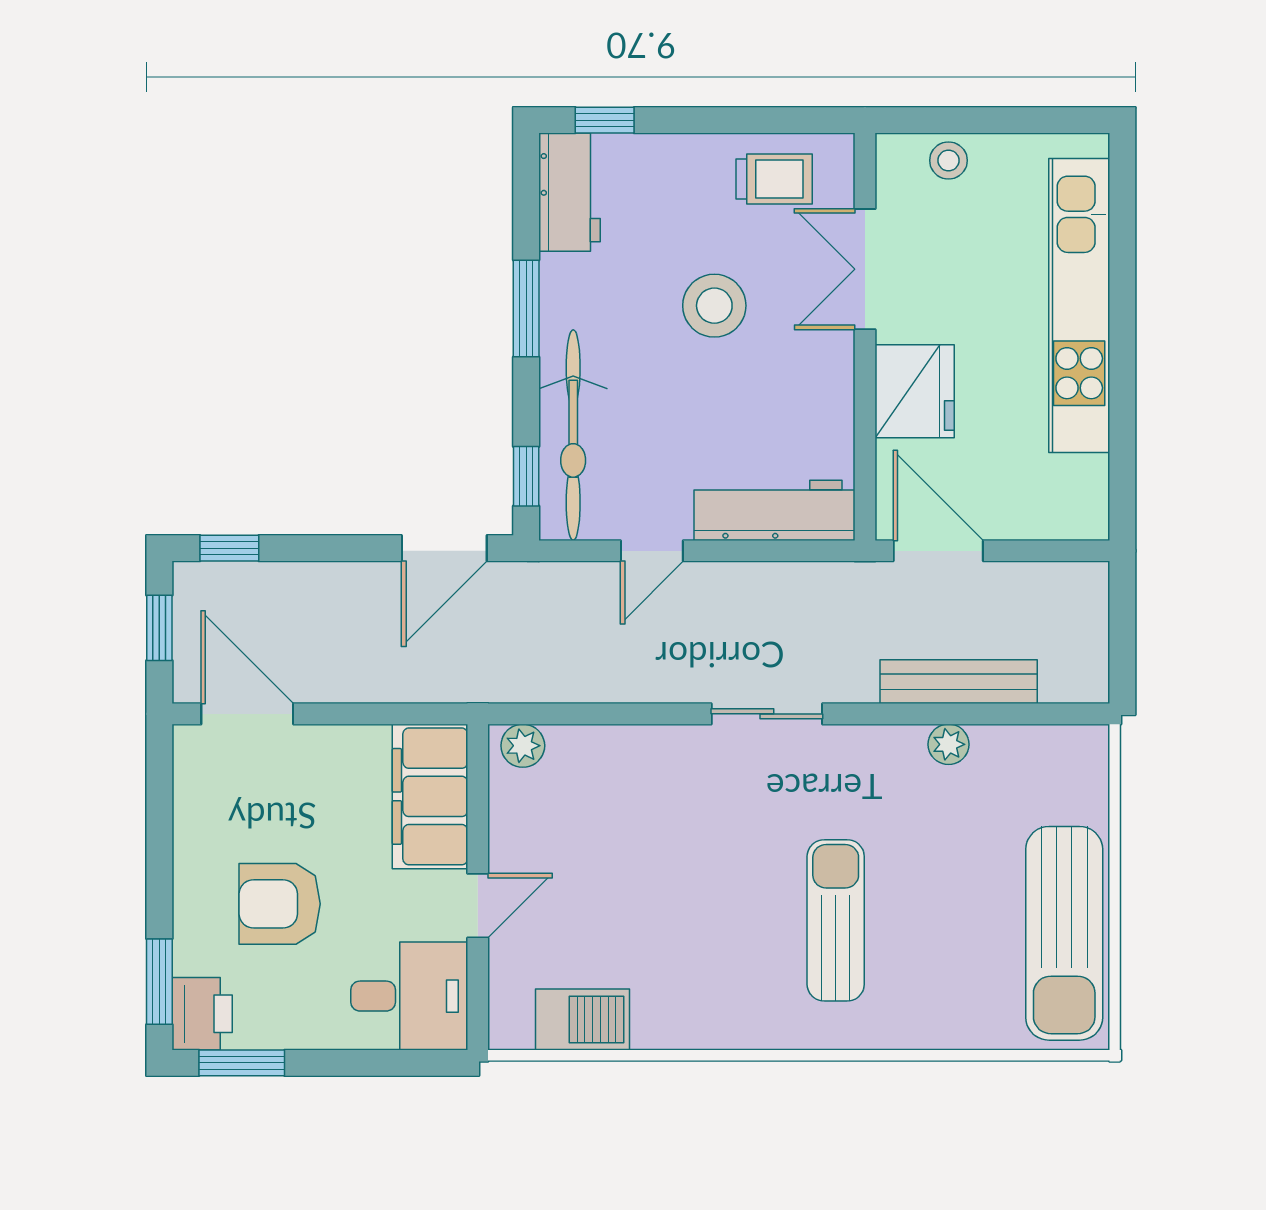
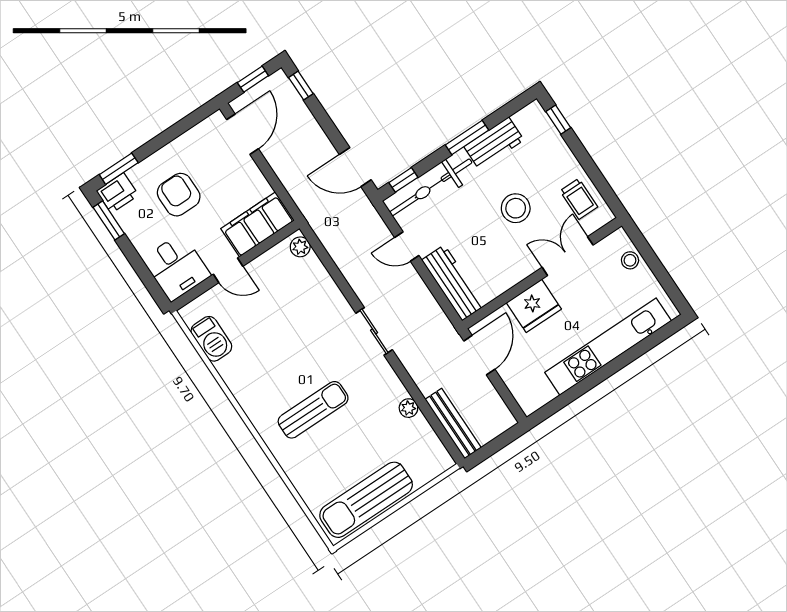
workbench: (570, 192) -> (494, 143), moved
bench: (959, 682) -> (453, 424), moved

